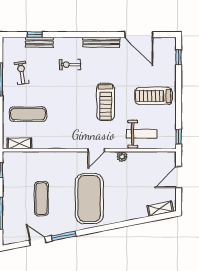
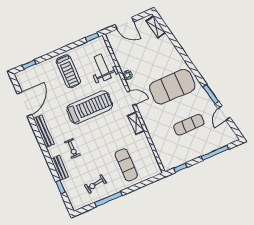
bench: (39, 42) -> (60, 168), moved
treadmill: (106, 102) -> (90, 107), width x1.37, depth x1.38
shelving: (19, 143) -> (136, 123), moved

